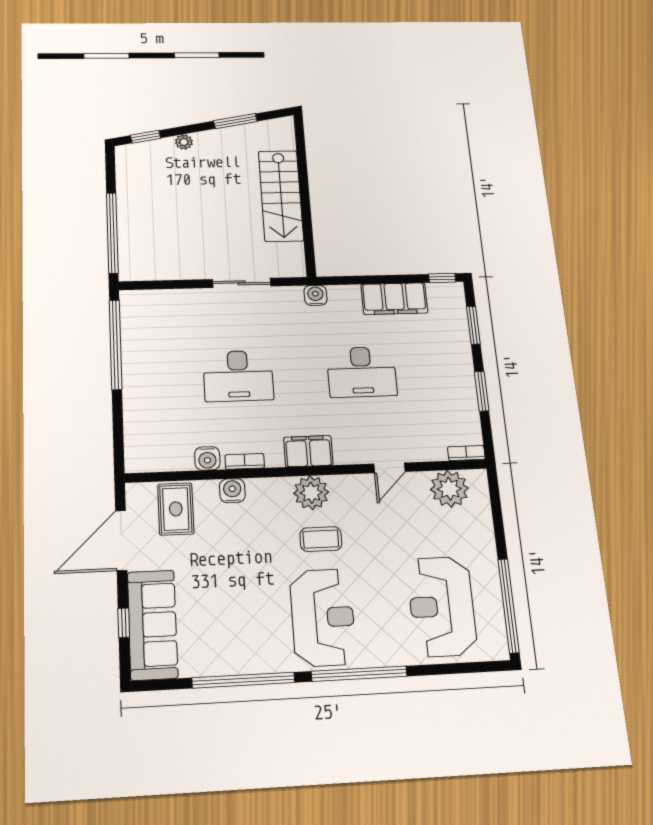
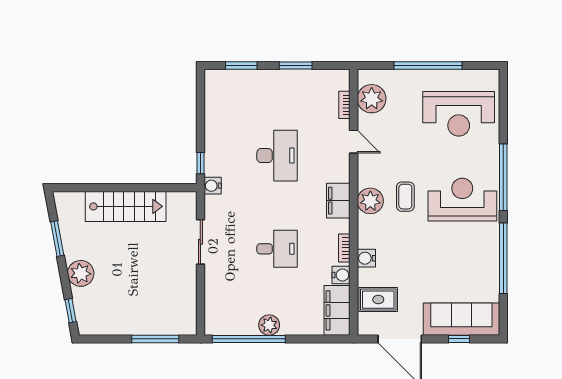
plant: (184, 142) -> (81, 273), width x1.88, depth x1.88
window: (112, 233) -> (155, 339), width x0.68
window: (442, 278) -> (200, 163), moved
filing cabinet: (394, 299) -> (337, 310), moved, turned 180
plant: (135, 369) -> (269, 325), added
desk: (238, 376) -> (277, 249), width x0.73
bookcase: (466, 453) -> (344, 105), moved
window: (509, 606) -> (428, 65), moved

